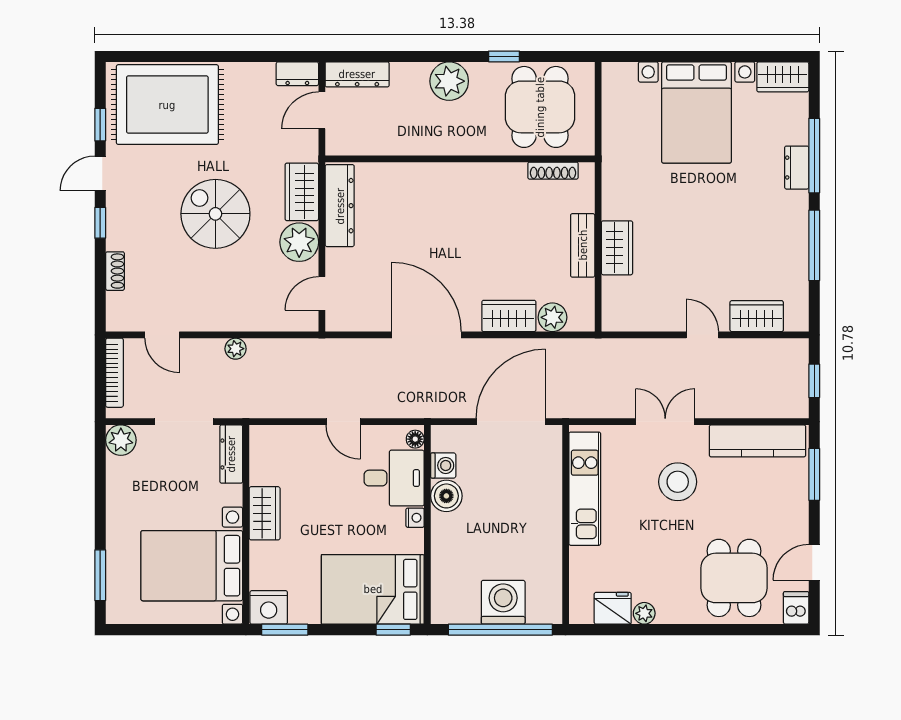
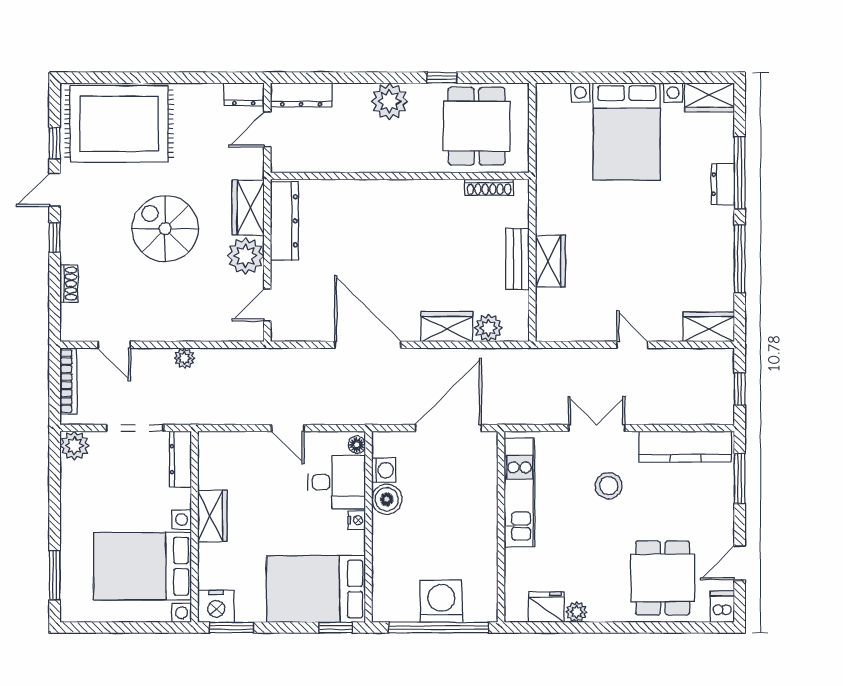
wardrobe: (757, 316) -> (709, 327), moved
stool: (678, 482) -> (609, 486), width x0.73, depth x0.73

